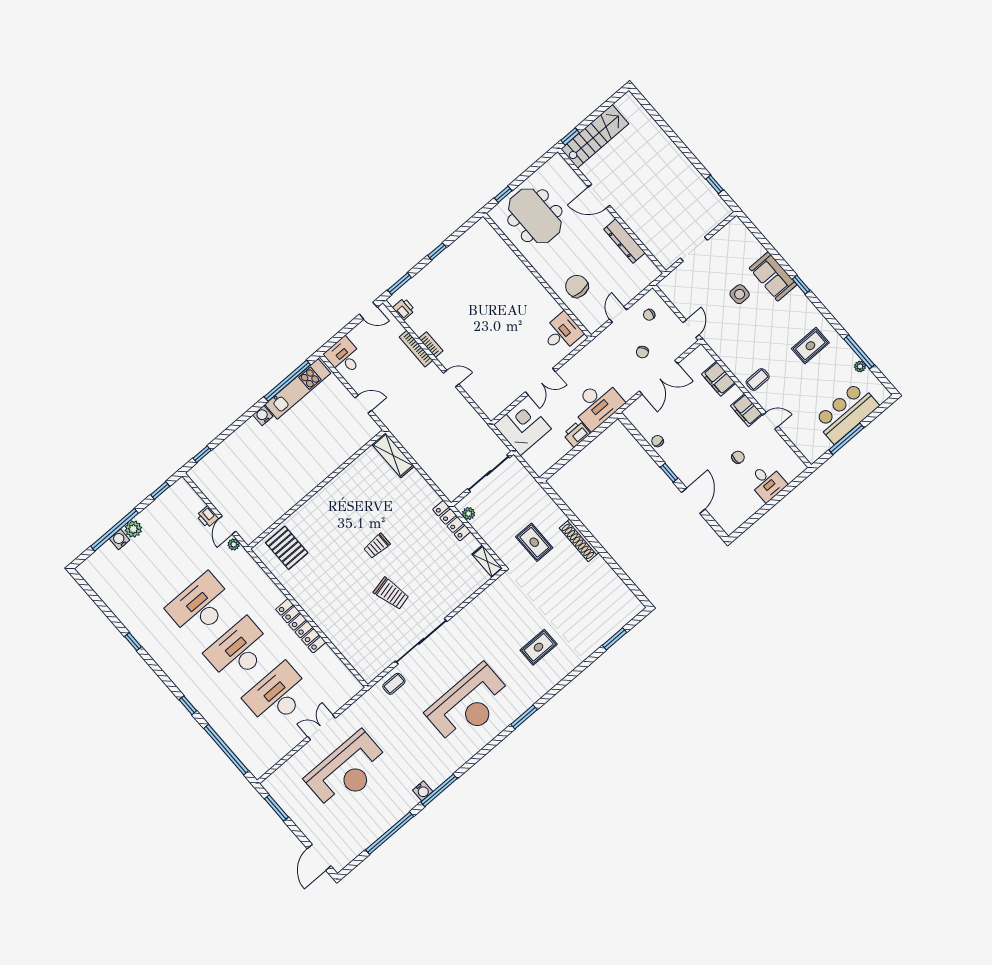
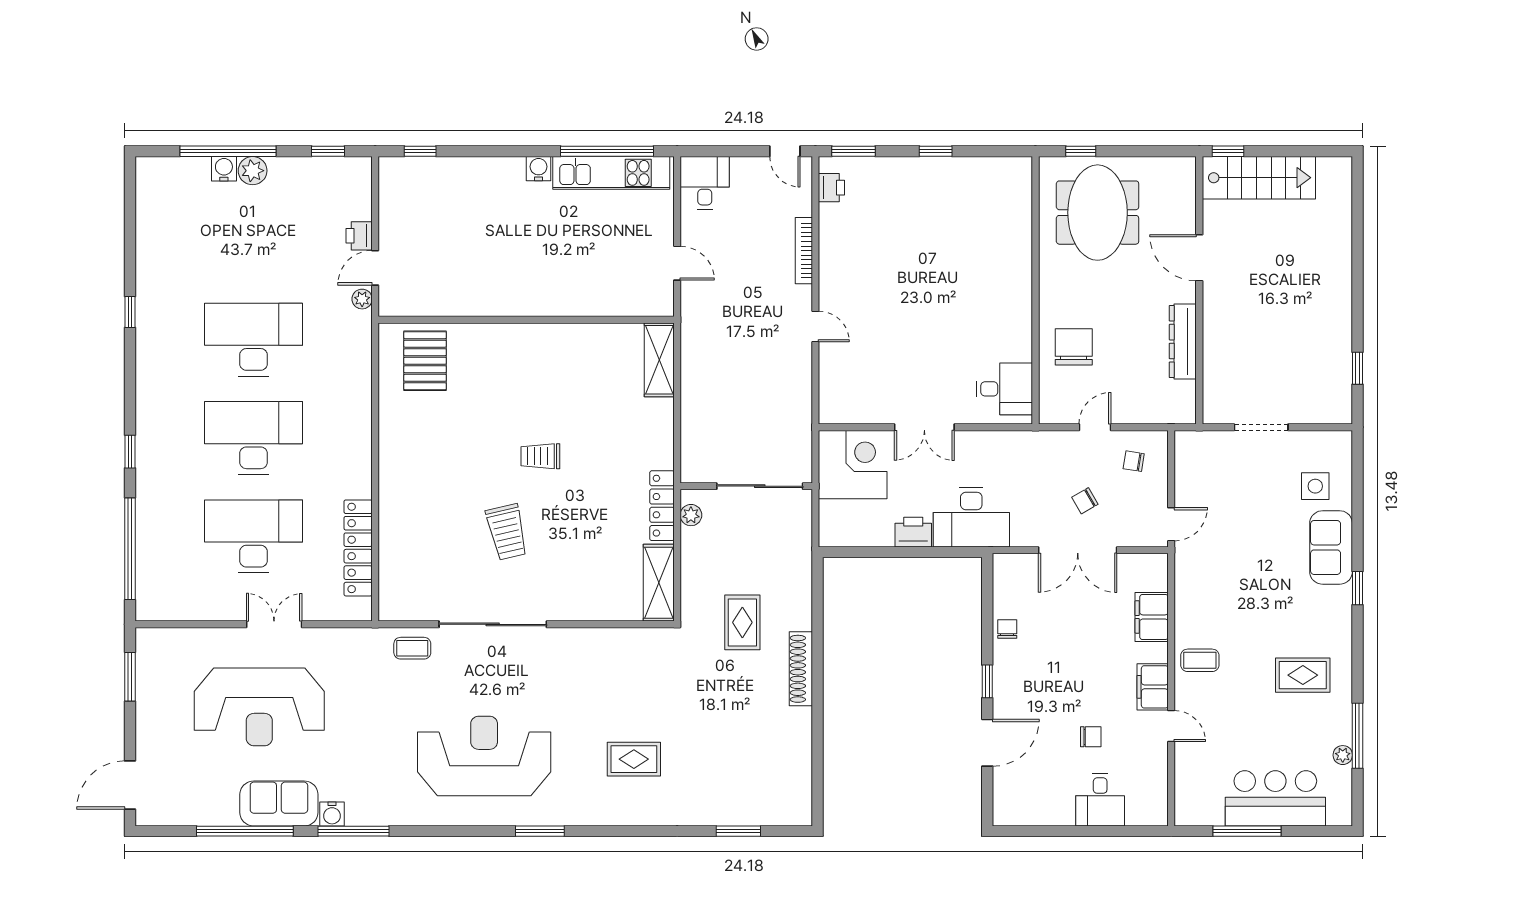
side table: (740, 294) -> (1315, 486), moved
bookcase: (431, 345) -> (827, 262), removed
shelving: (487, 561) -> (659, 583), width x1.50, depth x1.33
locker: (301, 626) -> (358, 548), moved
reception desk: (469, 705) -> (484, 756), turned 180
sofa: (394, 807) -> (279, 803), added

